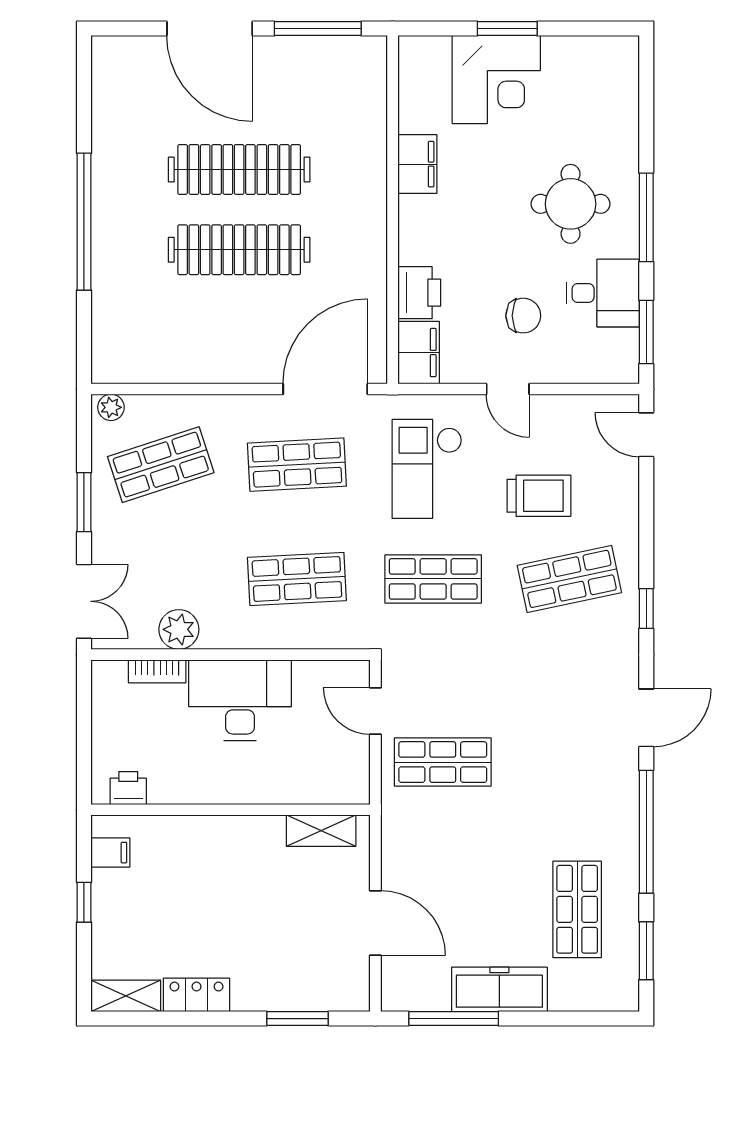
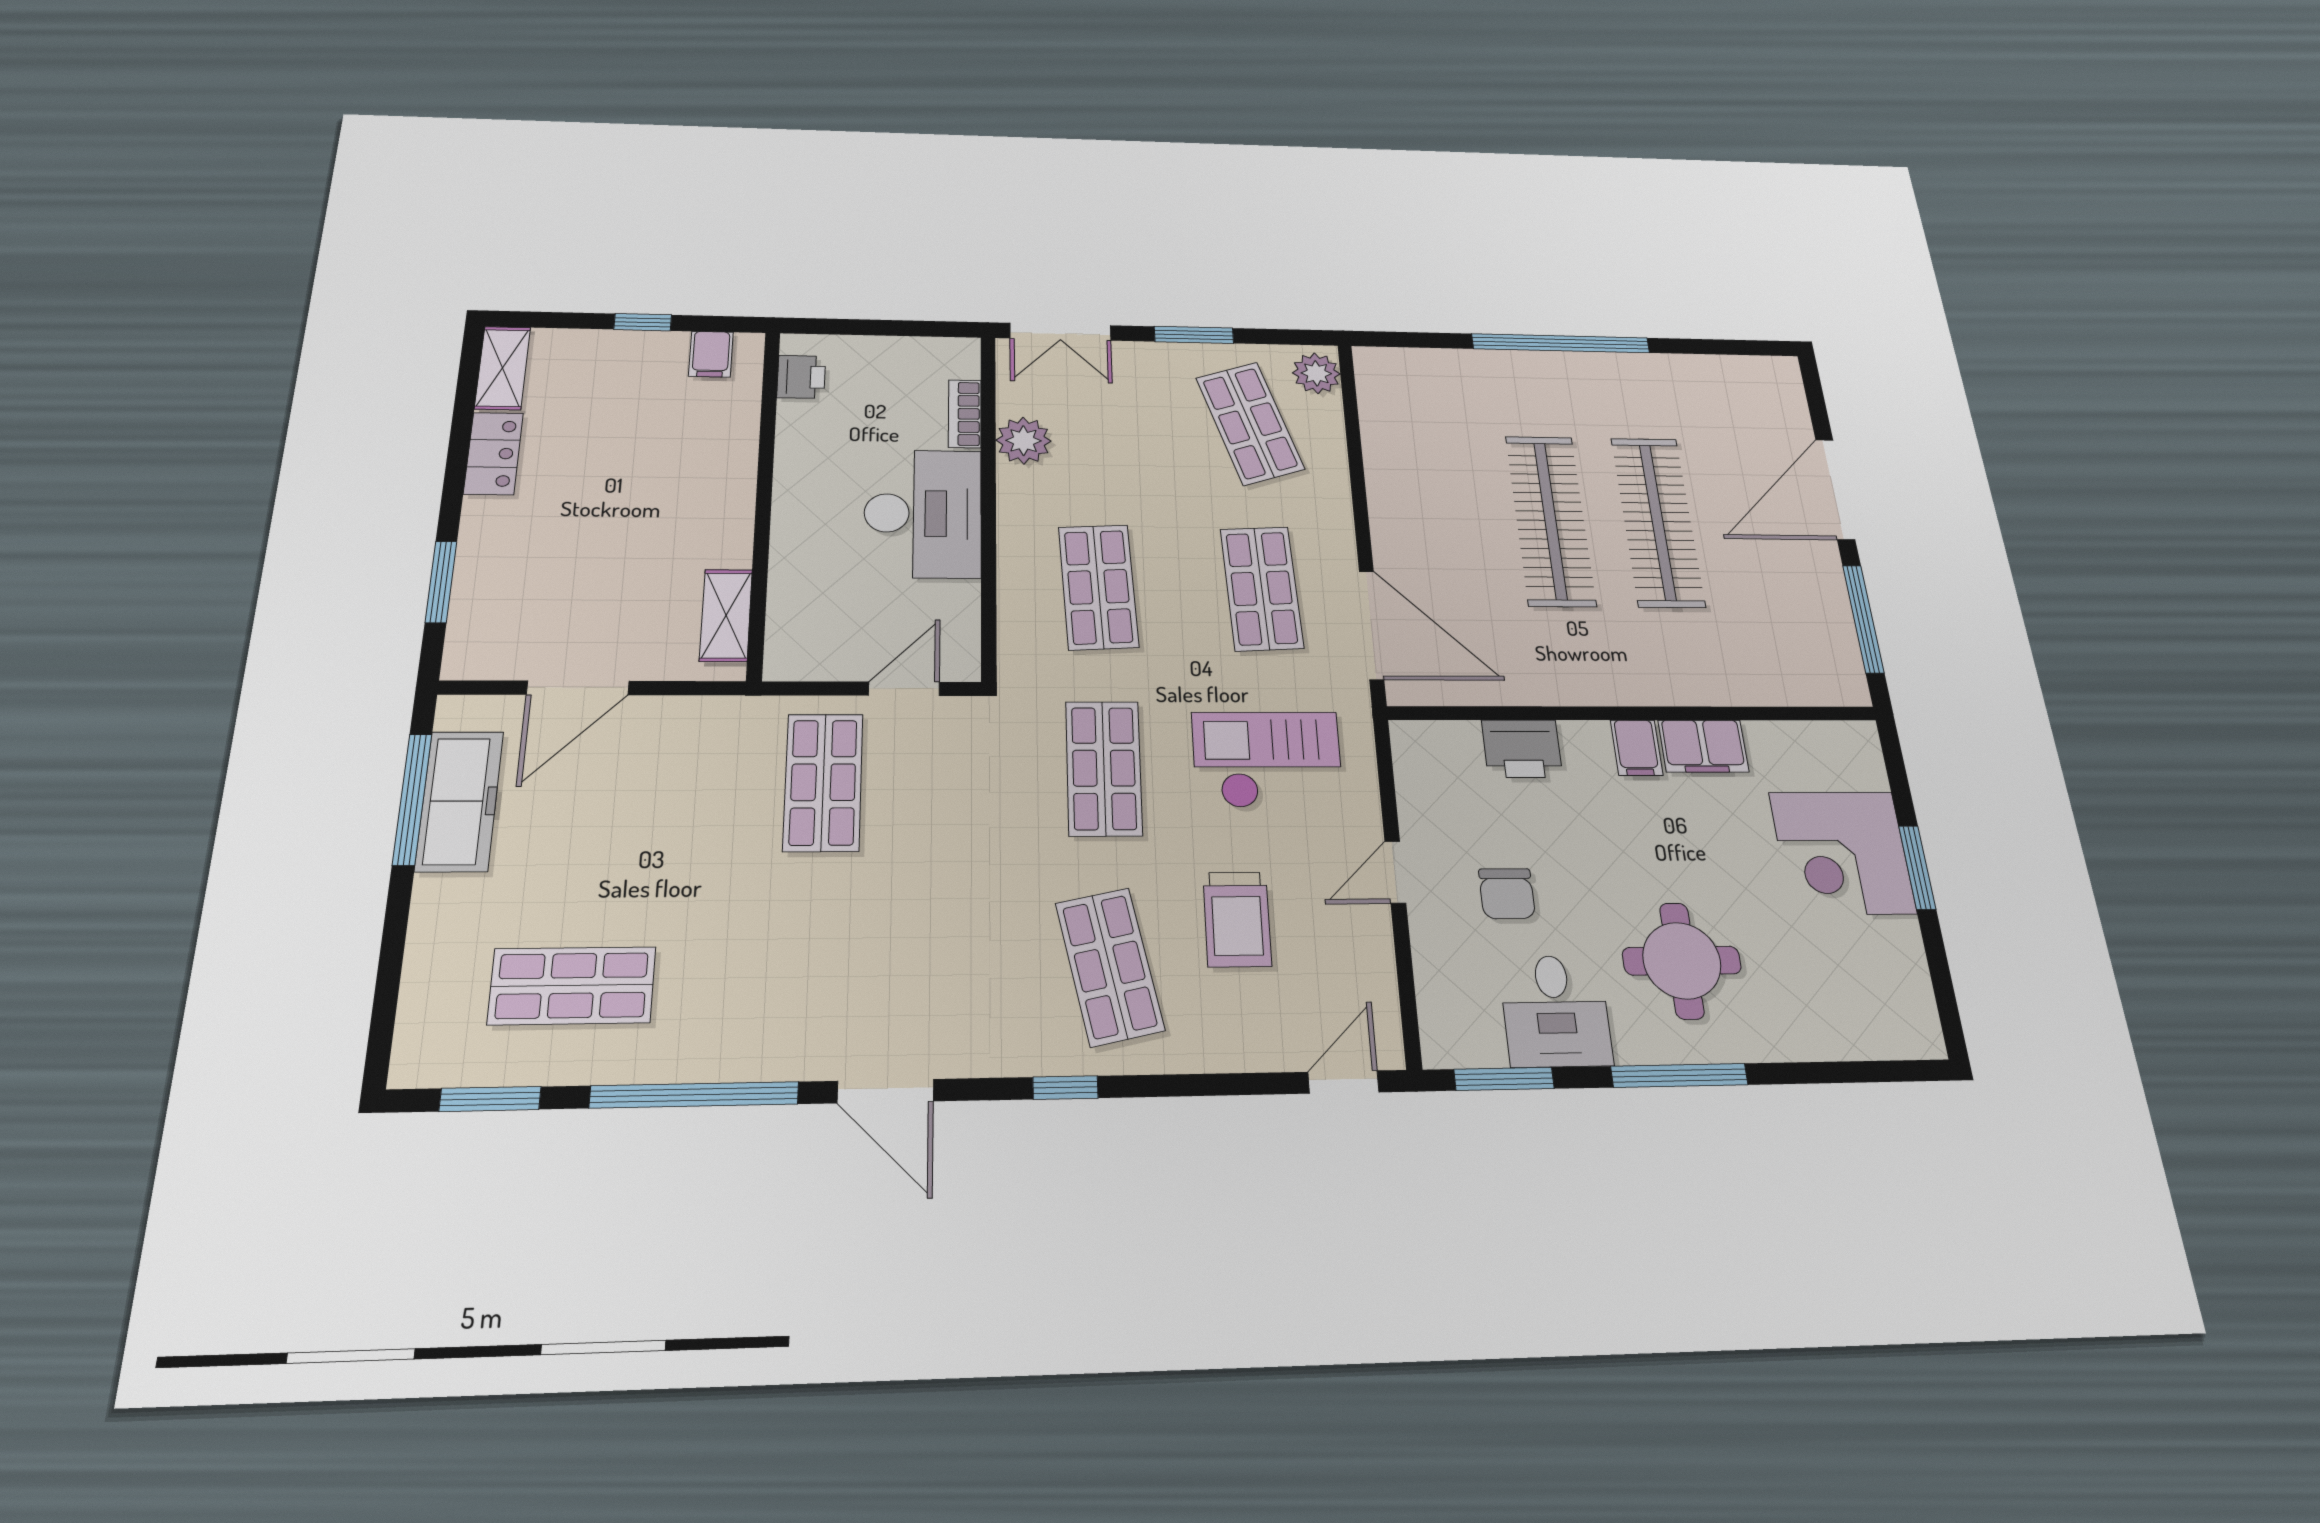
filing cabinet: (419, 353) -> (1637, 748), moved, width x0.50
plant: (111, 407) -> (1316, 373), width x1.38, depth x1.38
freezer: (499, 989) -> (459, 801), moved

